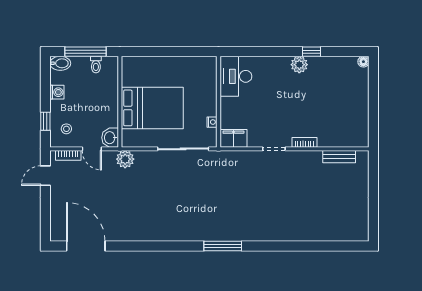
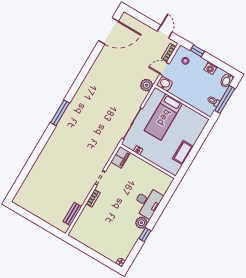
cot: (182, 65) -> (183, 153), added
desk: (236, 76) -> (148, 202), moved, turned 90
bed: (152, 108) -> (163, 117), width x0.67

